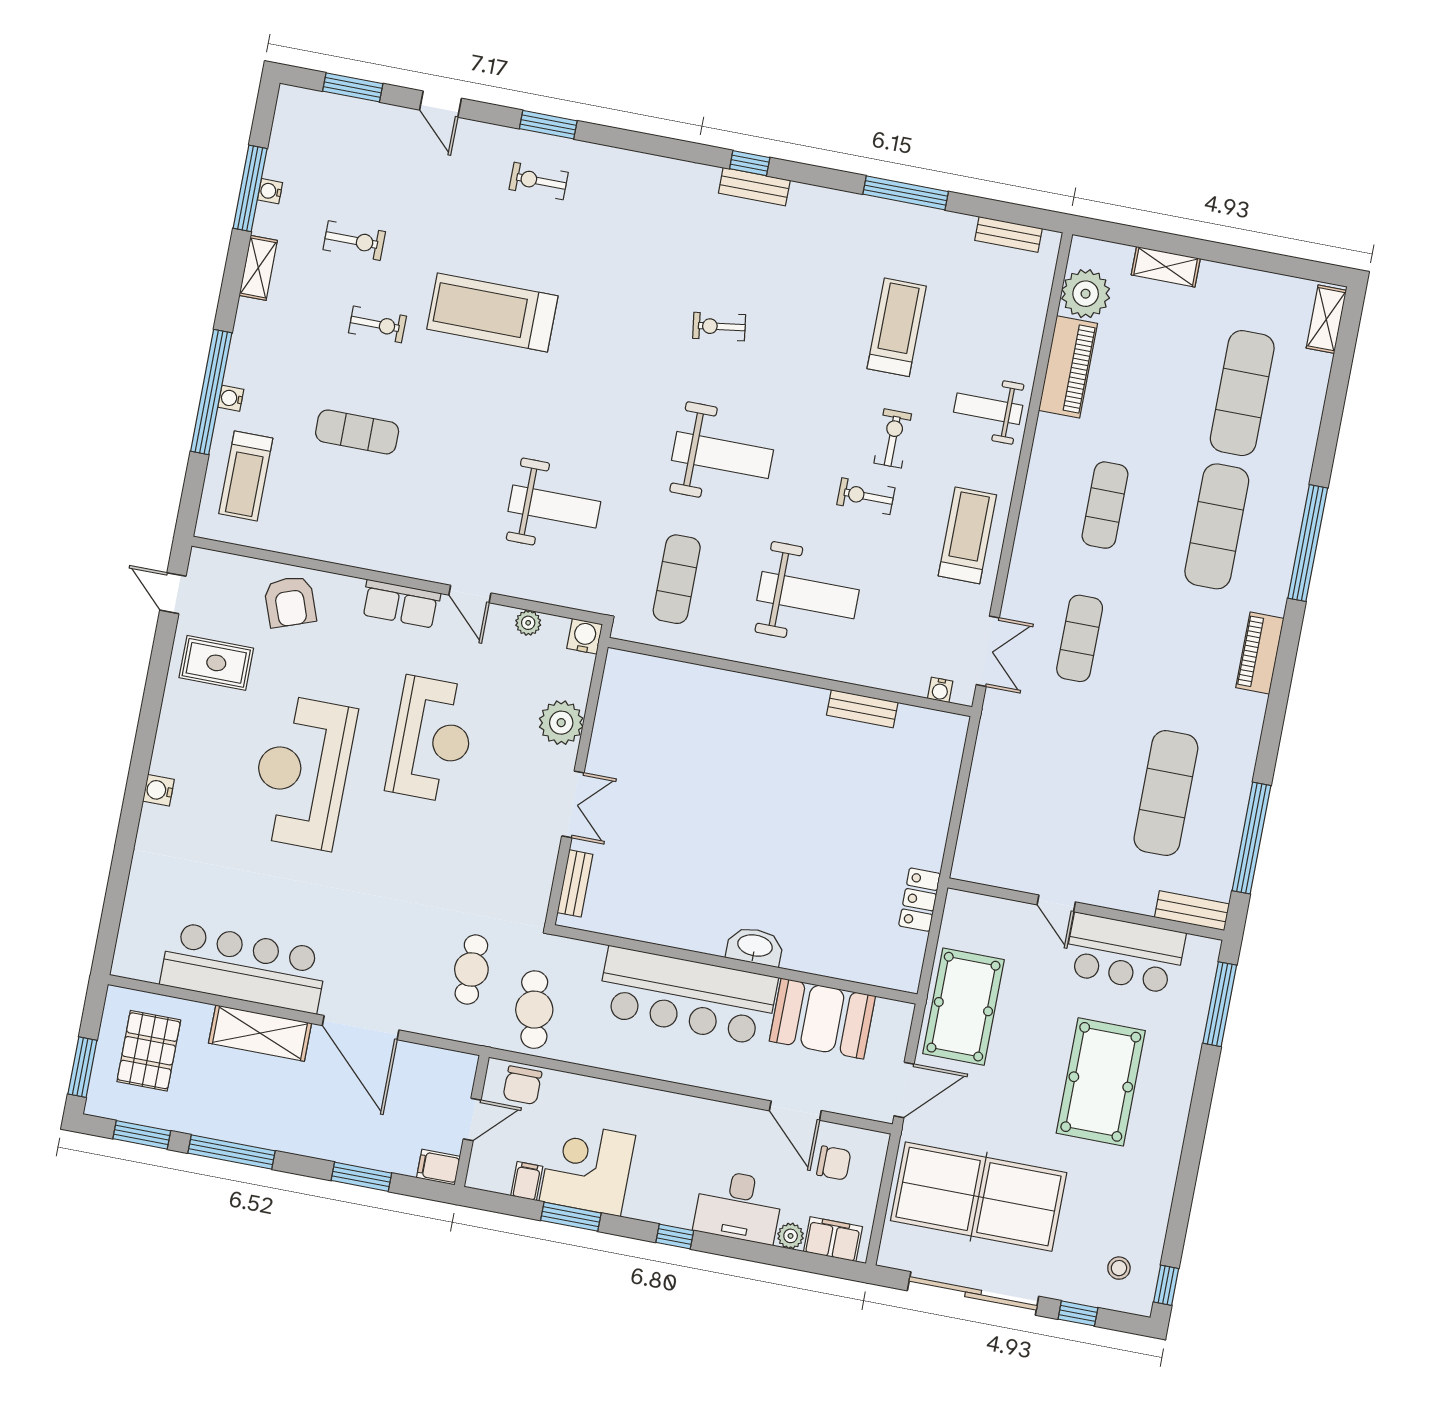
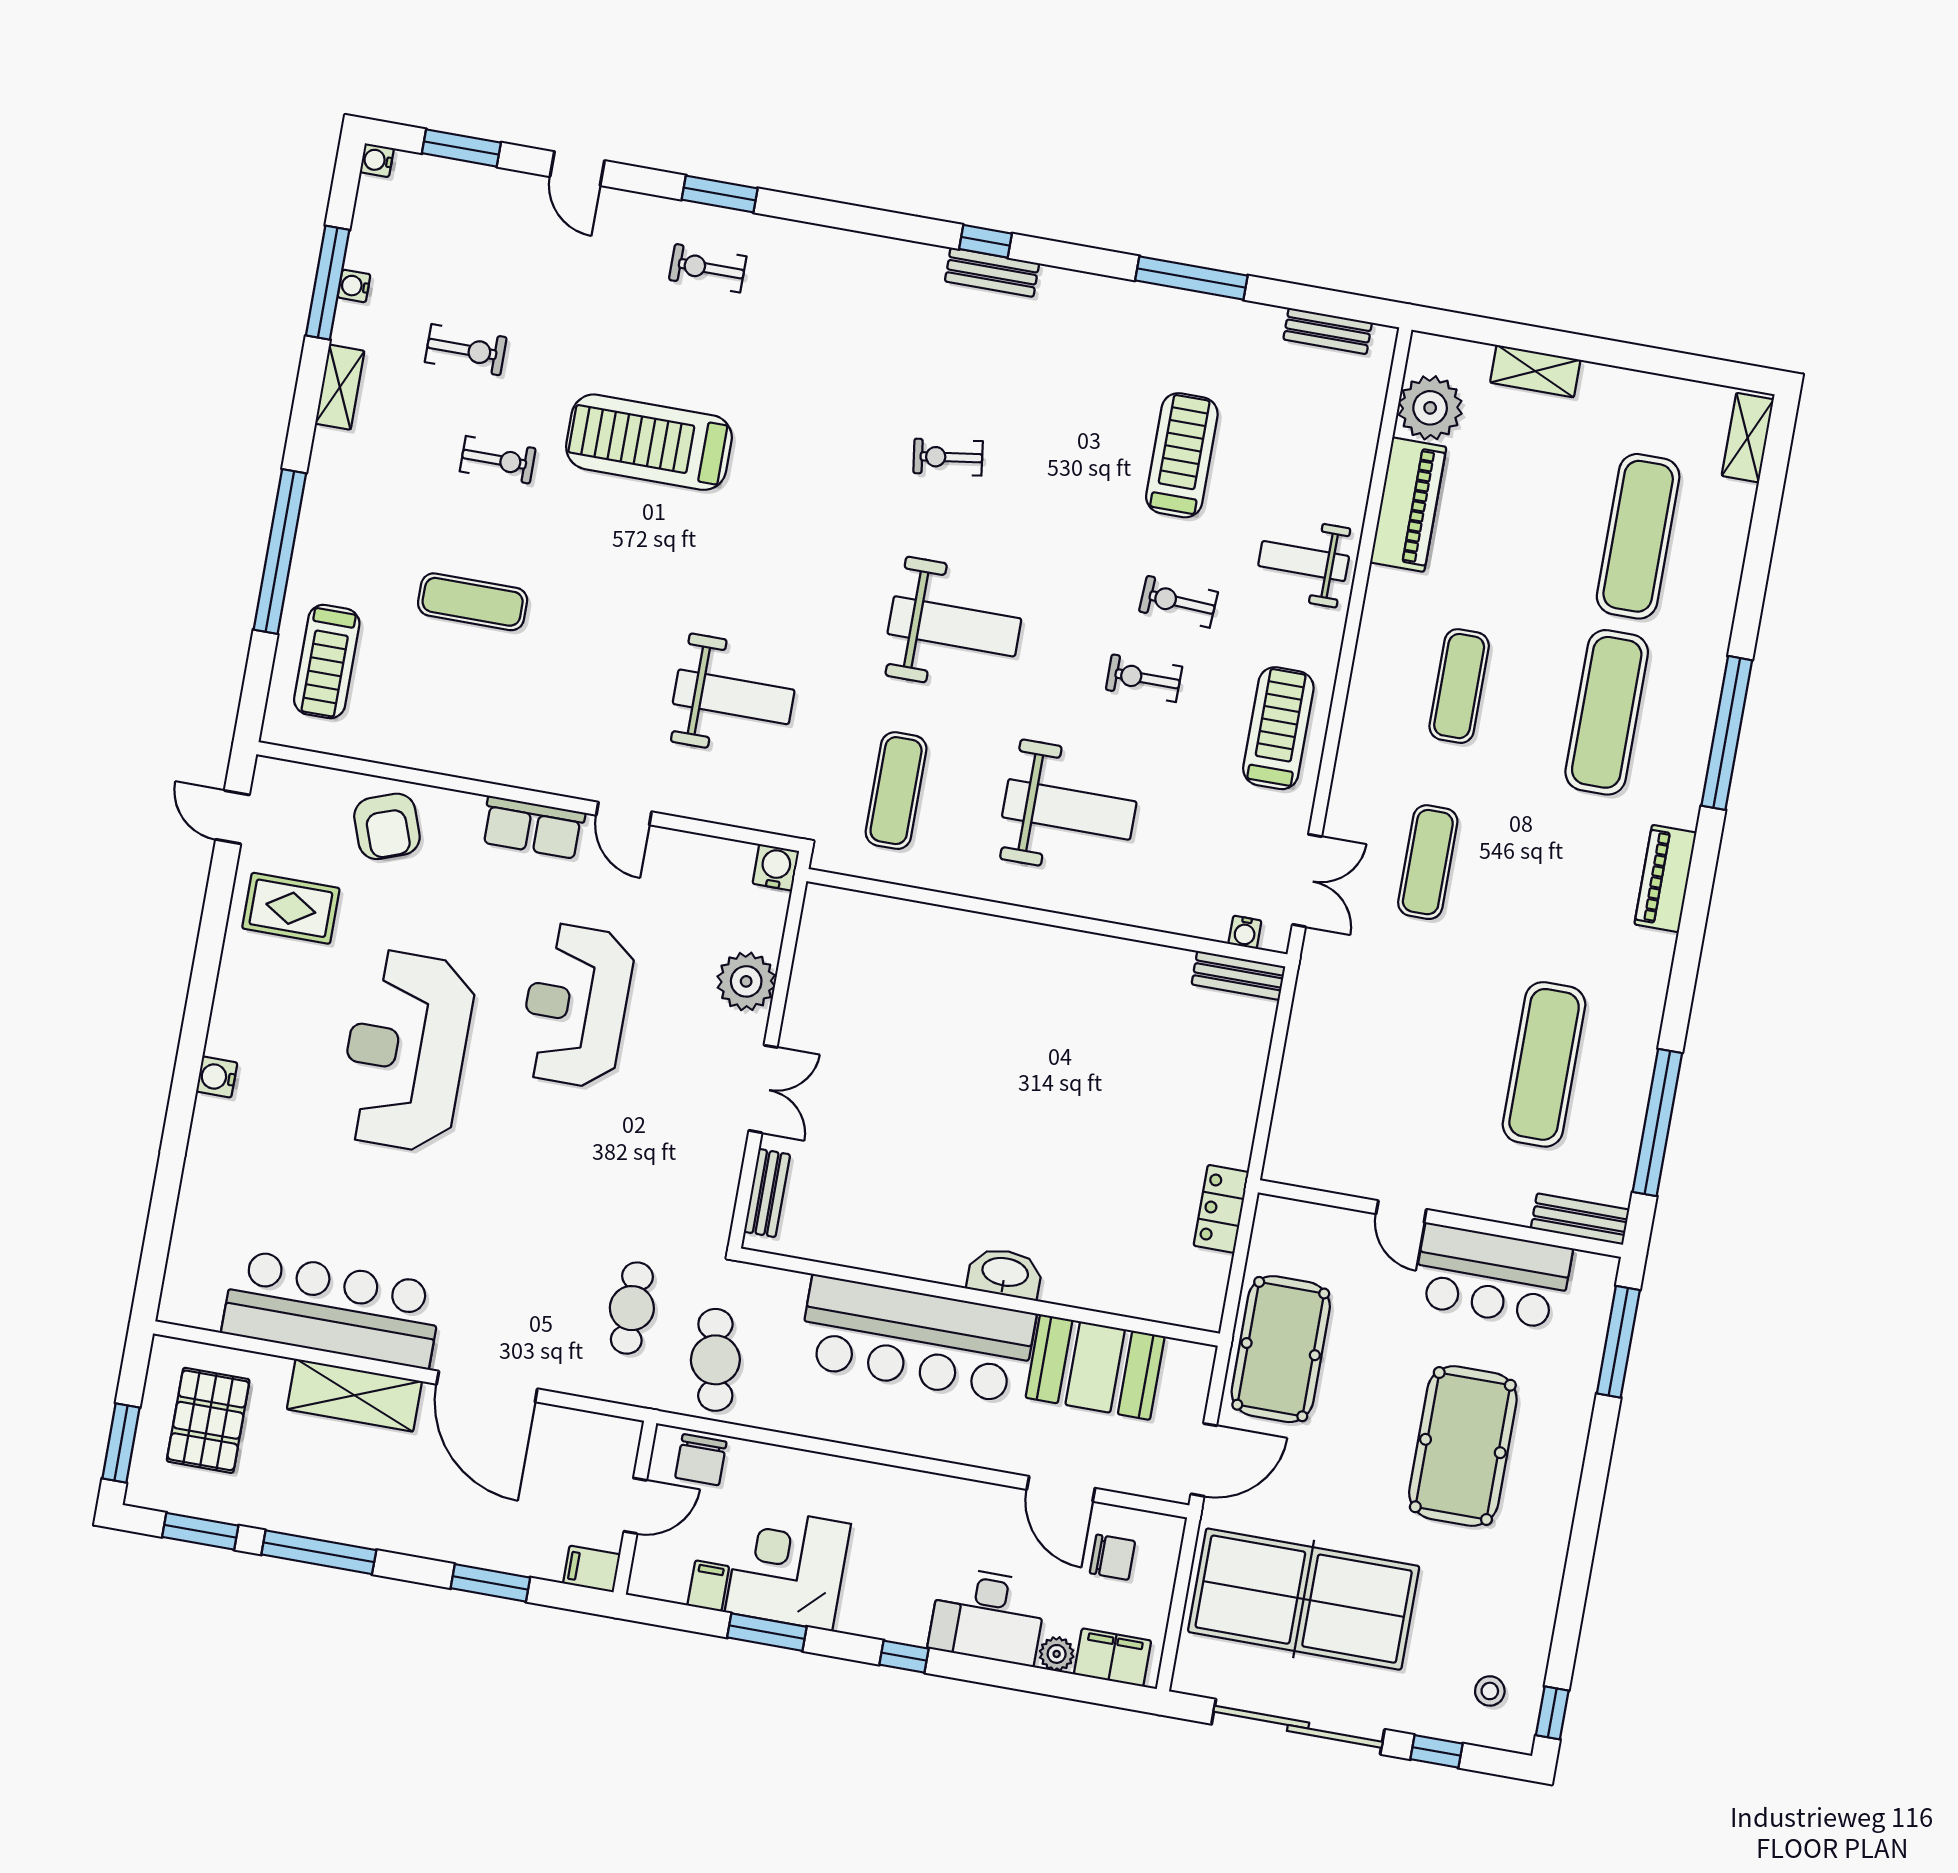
water cooler: (231, 398) -> (377, 160), moved
exercise bike: (893, 438) -> (1178, 602), turned -87
plant: (528, 623) -> (701, 850), removed
bench: (862, 709) -> (1238, 975), moved
reception desk: (432, 739) -> (576, 1006), turned 180

